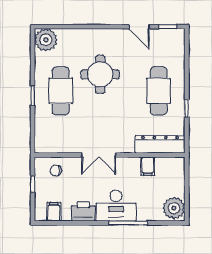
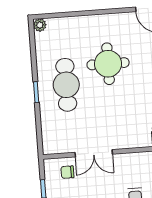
plant: (46, 40) -> (40, 25), width x0.53, depth x0.53
double door: (99, 155) -> (94, 153), moved

